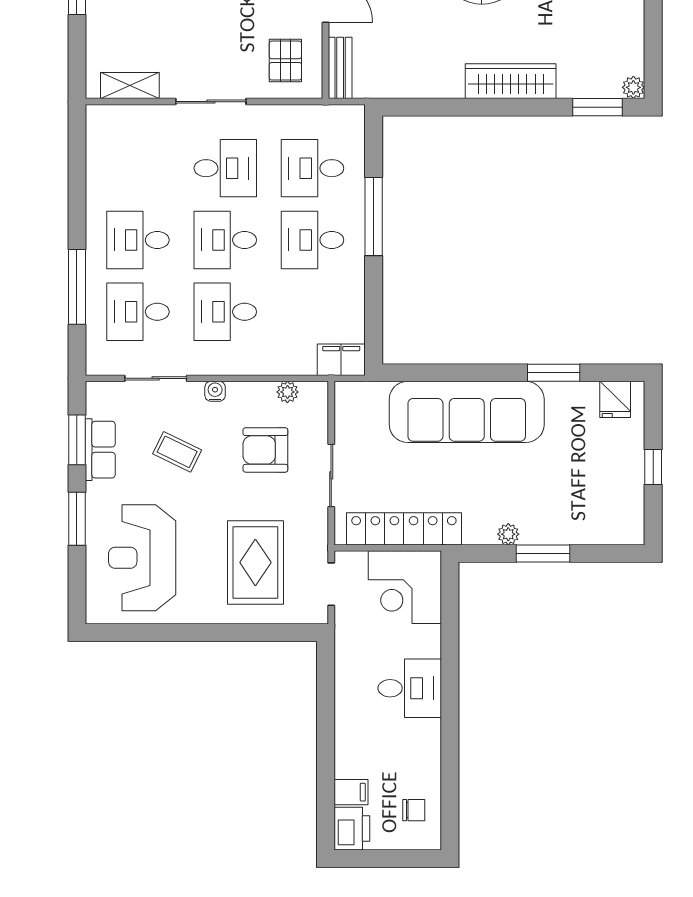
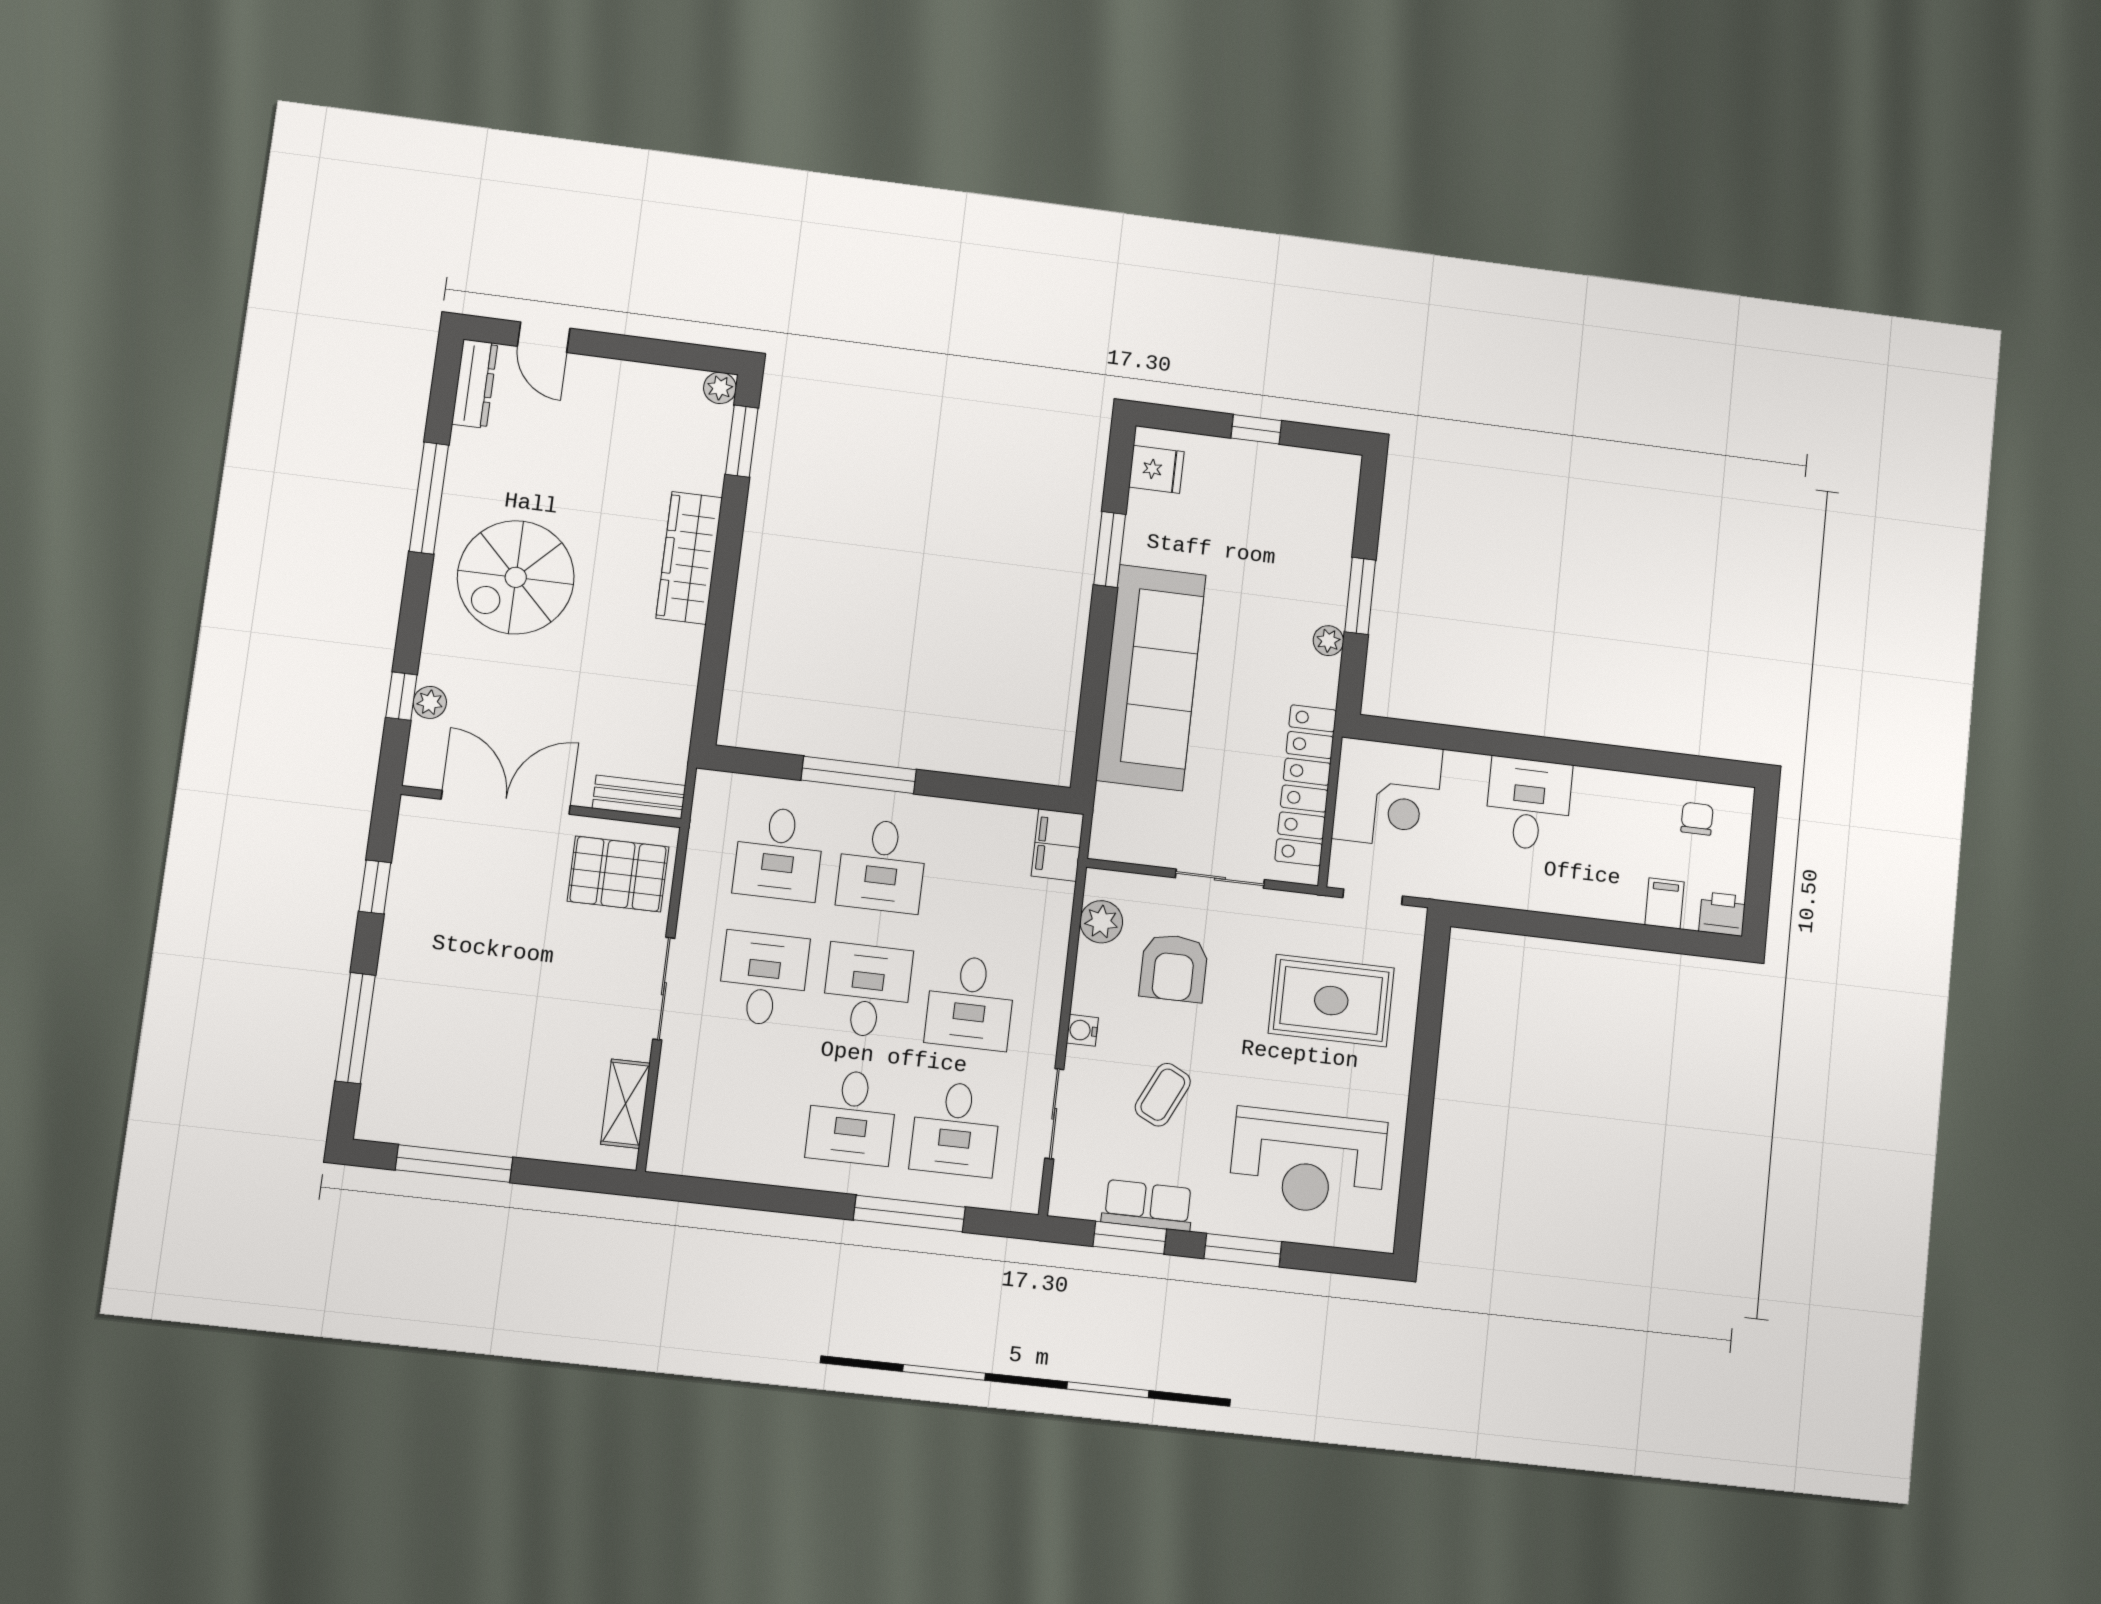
pallet: (285, 61) -> (618, 874), width x1.50, depth x1.42
desk: (225, 240) -> (867, 991), turned 180
plant: (287, 392) -> (1101, 922), width x1.38, depth x1.38
printer: (352, 829) -> (1722, 914), width x0.73, depth x0.81

